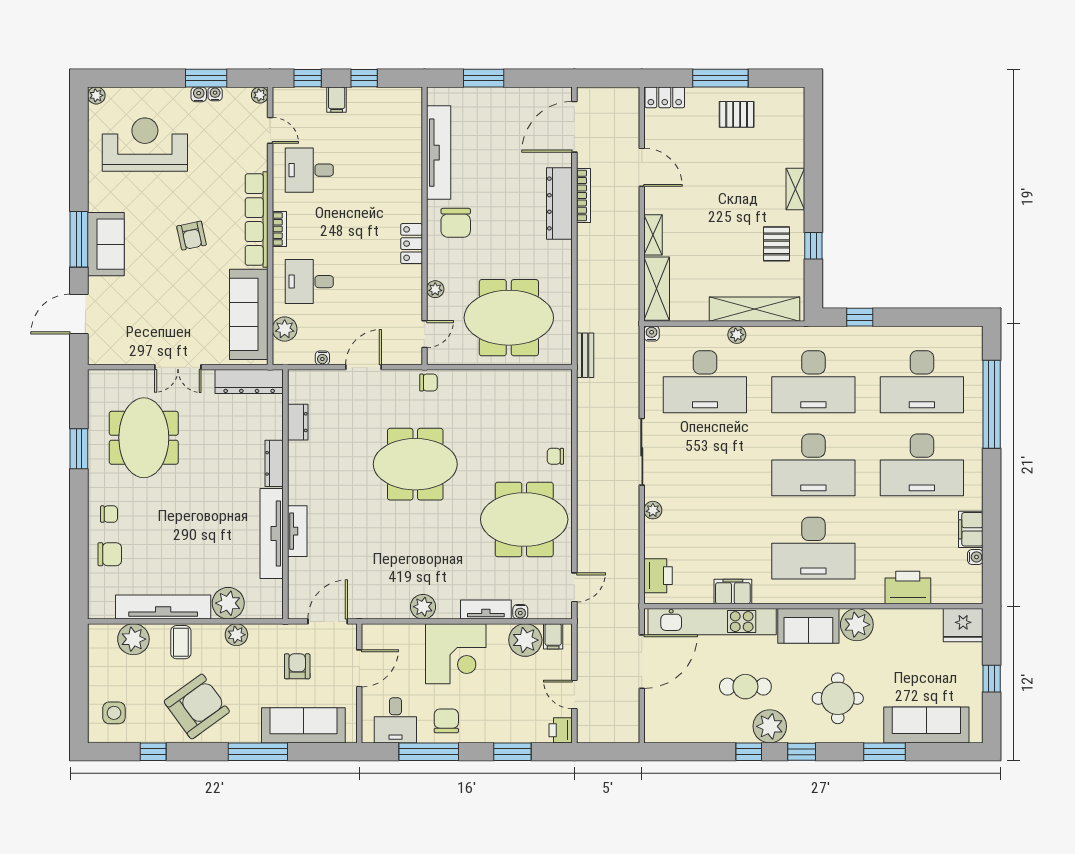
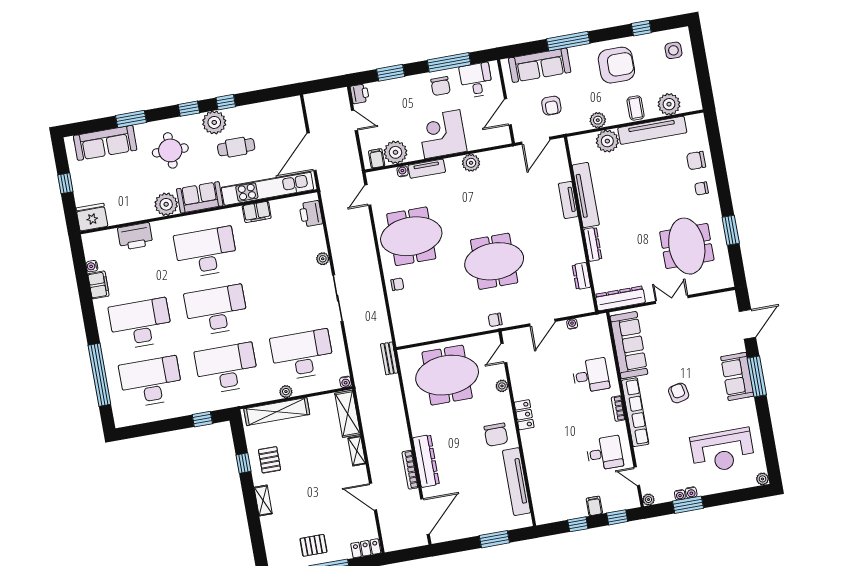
chair: (456, 223) -> (496, 435), turned 180
plant: (285, 329) -> (602, 339), removed
armchair: (197, 707) -> (616, 65), turned -144

